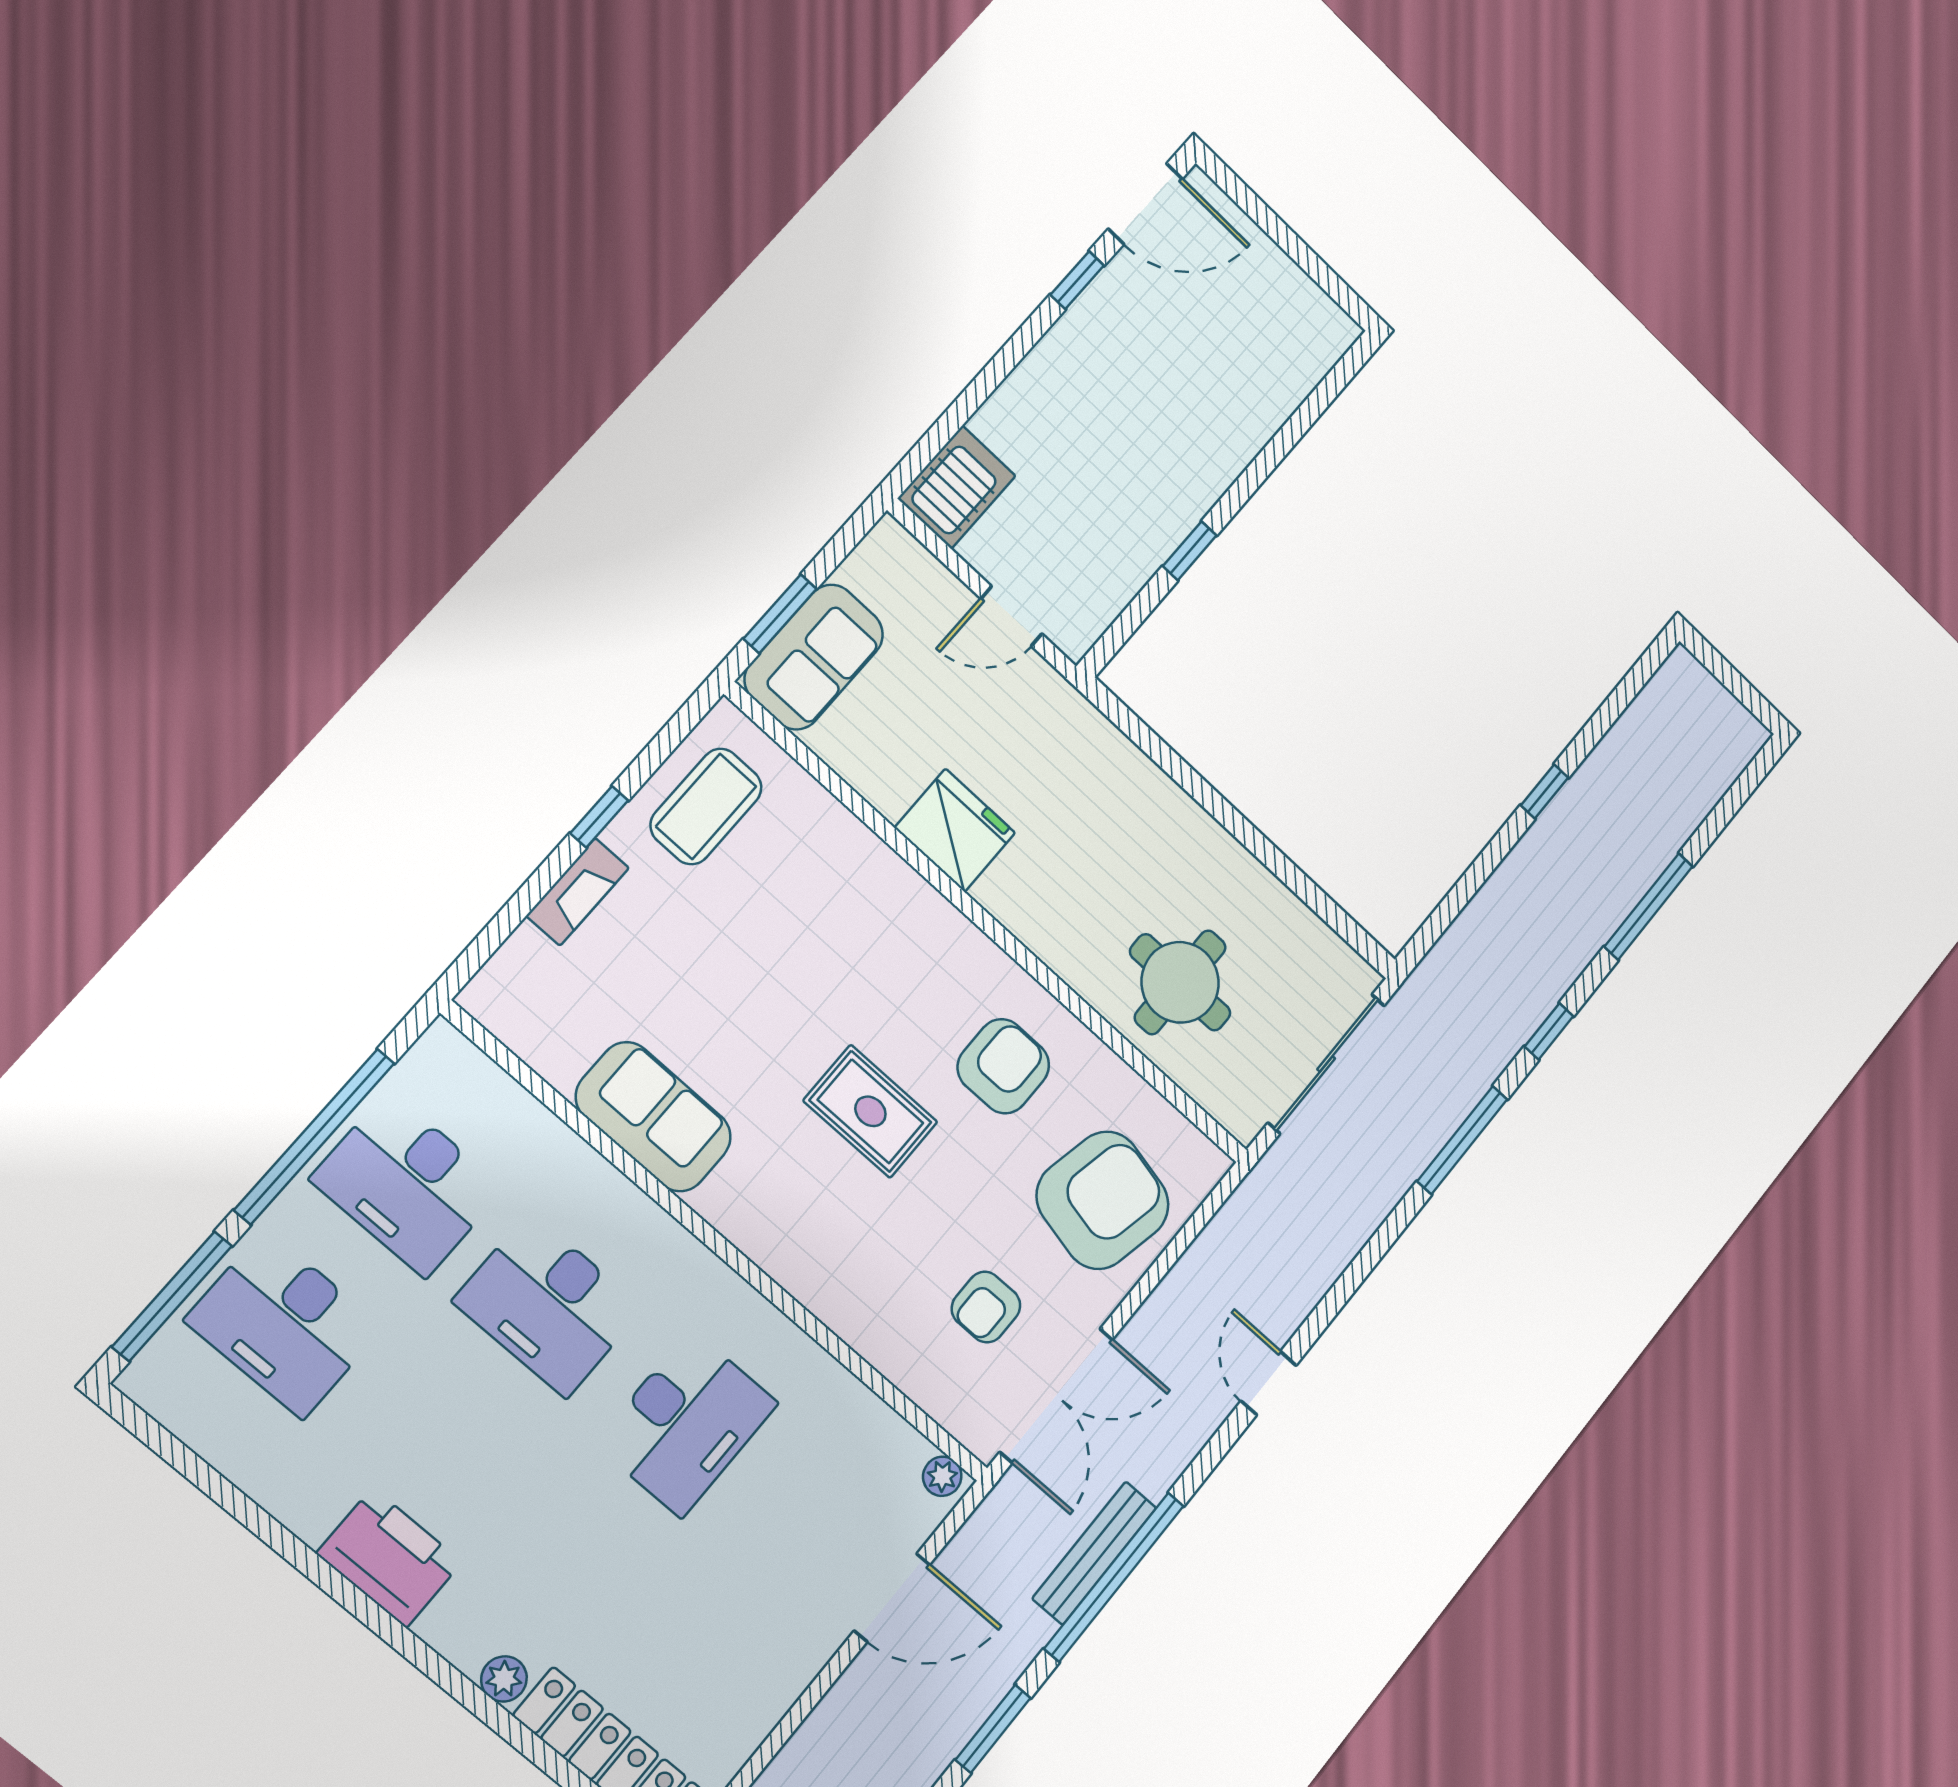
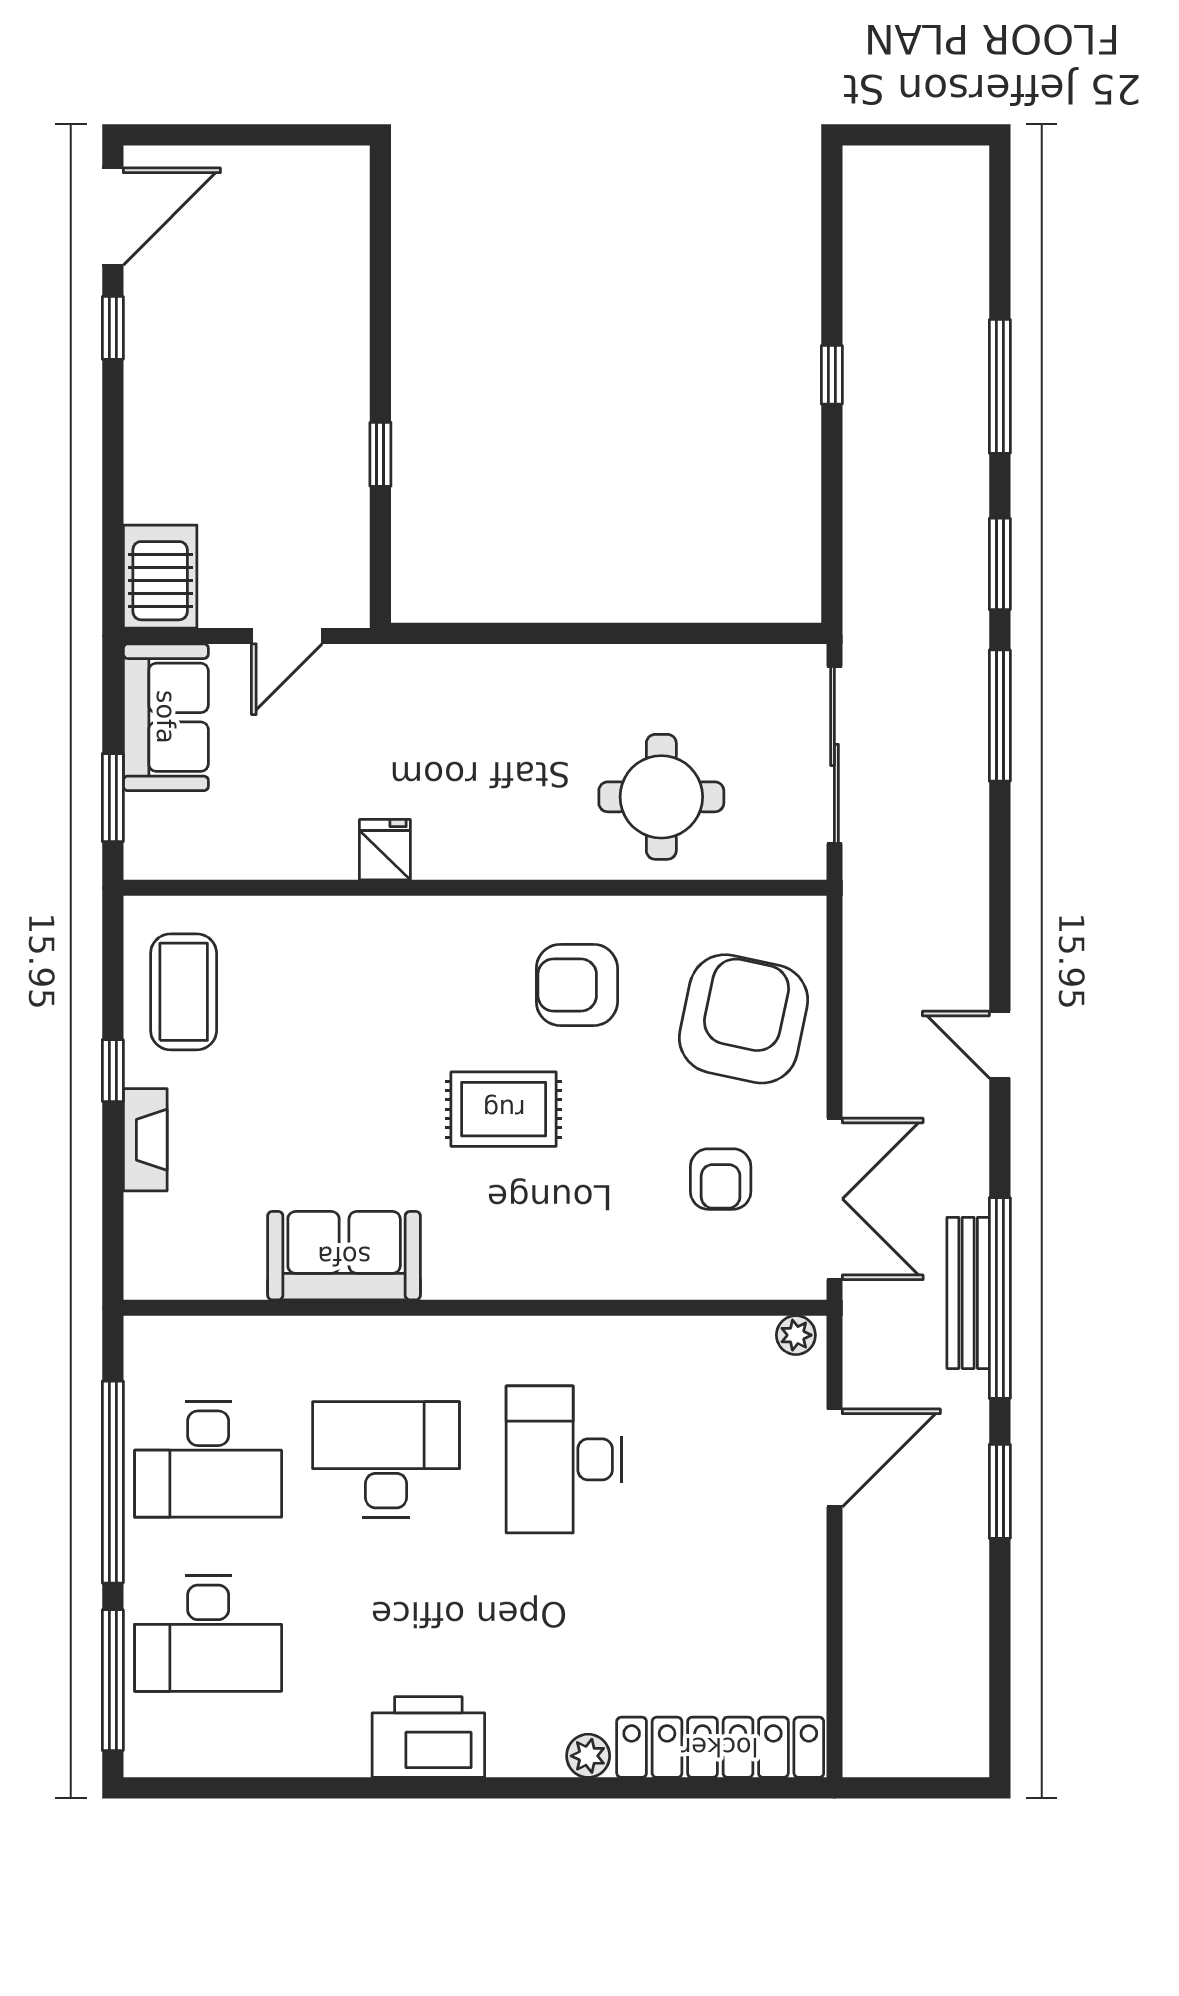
sofa: (814, 657) -> (166, 717), moved
fridge: (955, 830) -> (385, 850), width x0.53, depth x0.75
window: (1549, 1031) -> (1000, 564), width x1.50
armchair: (1003, 1066) -> (577, 985), turned -90
desk: (548, 1305) -> (386, 1459), turned 180
desk: (686, 1423) -> (564, 1459), turned 180

